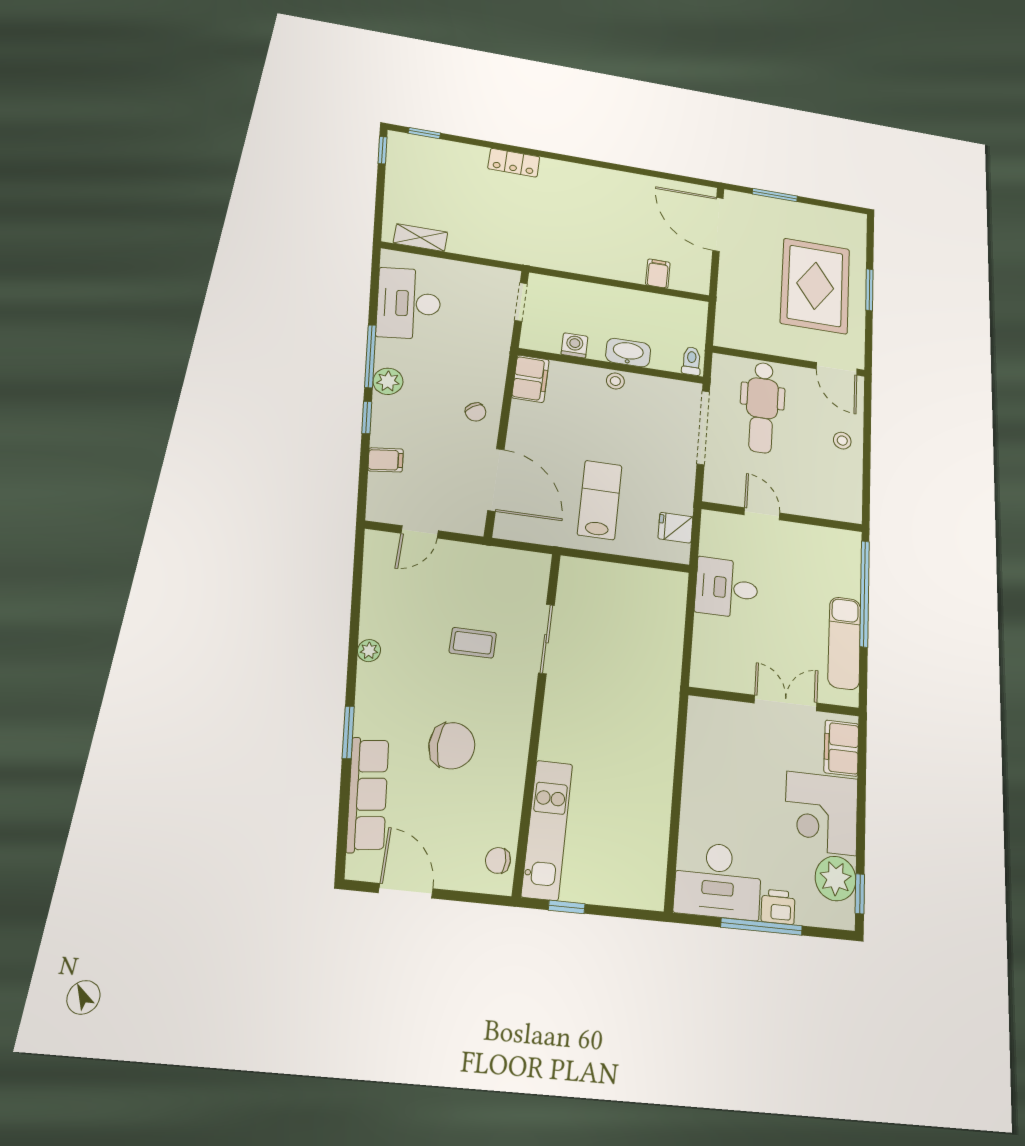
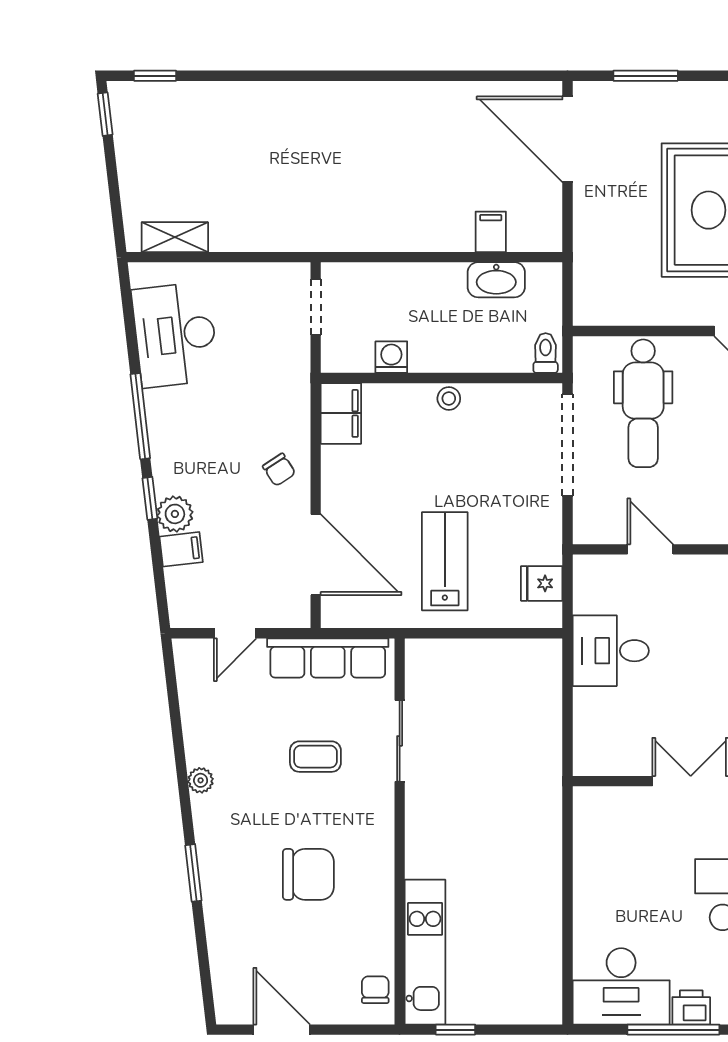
locker: (514, 163) -> (280, 98), removed
washbasin: (628, 353) -> (496, 280), moved, turned 180
plant: (388, 381) -> (175, 514), moved
row of seats: (368, 794) -> (328, 658), moved, turned 97
chair: (498, 860) -> (375, 990), turned 90

